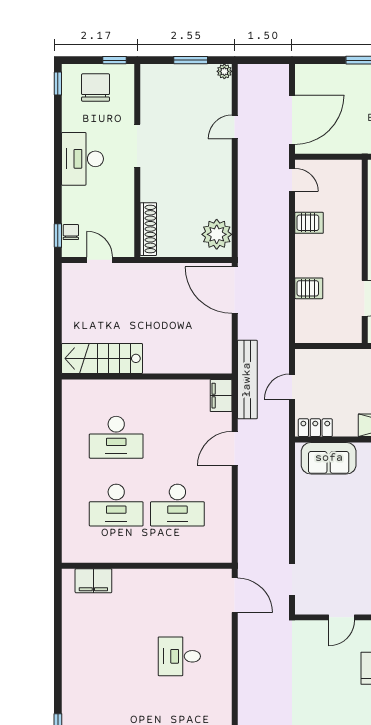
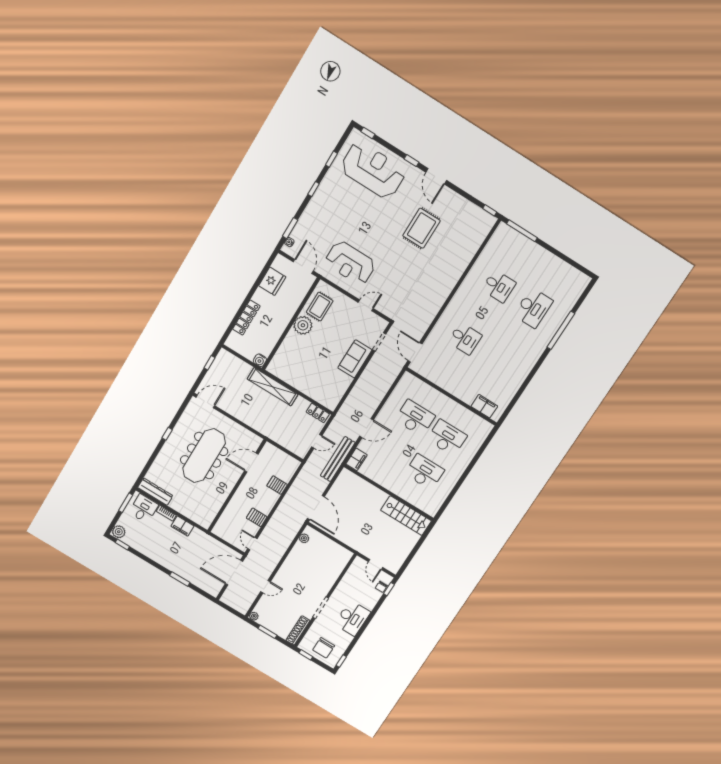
shoe rack: (148, 229) -> (298, 630), moved
plant: (217, 234) -> (304, 538), width x0.53, depth x0.53
sofa: (329, 458) -> (355, 359), moved, turned -90

